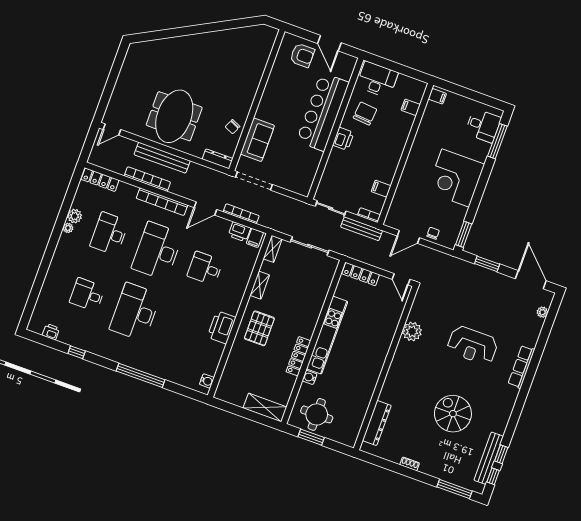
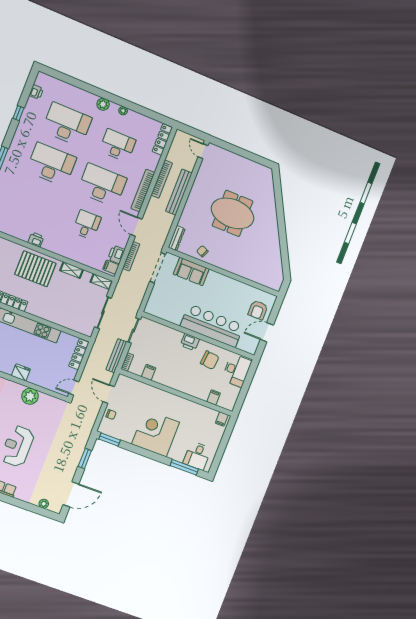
meeting table: (174, 116) -> (233, 213), moved
plant: (75, 216) -> (103, 104), moved
desk: (87, 295) -> (67, 124), width x1.87, depth x1.30
printer: (222, 327) -> (36, 240), width x0.53, depth x0.68
pallet: (259, 328) -> (35, 269), width x1.37, depth x1.41
fridge: (384, 343) -> (21, 372), added

